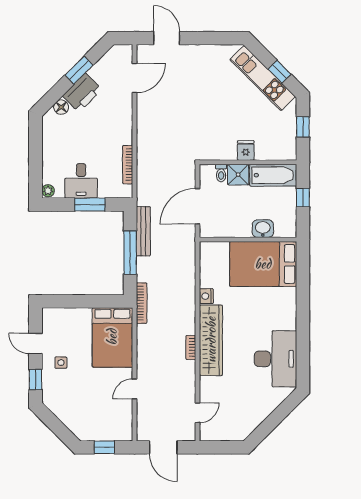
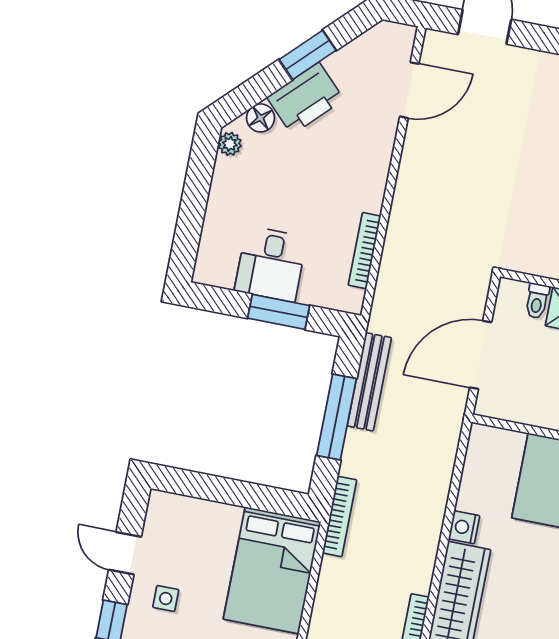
plant: (48, 191) -> (230, 144), moved

